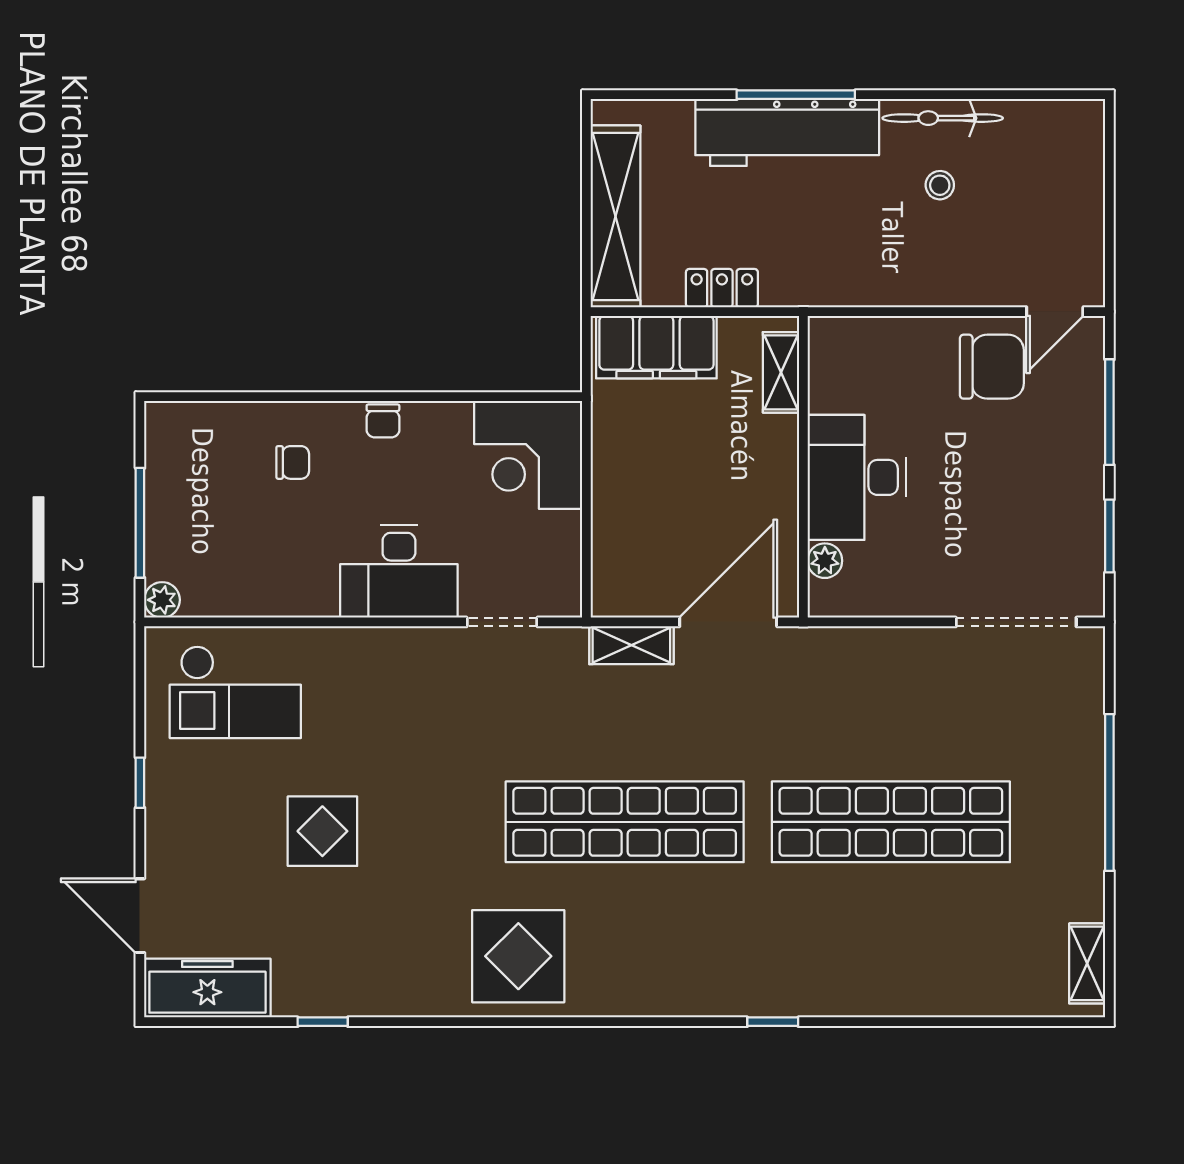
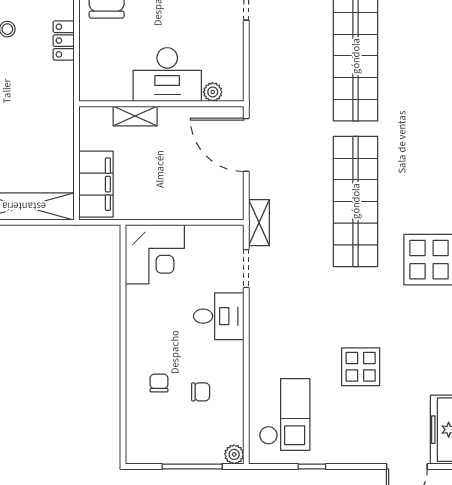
locker: (722, 288) -> (64, 41), moved
shelving: (781, 372) -> (135, 116), moved
chair: (383, 421) -> (201, 392), moved
desk: (399, 572) -> (219, 316), width x0.73
shelving: (631, 645) -> (259, 223), moved
window: (140, 783) -> (312, 467), moved

